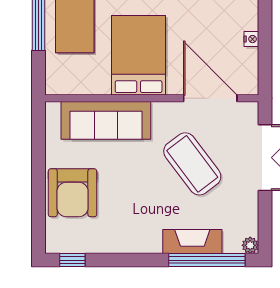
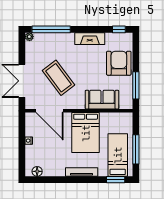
sofa: (106, 120) -> (102, 100), width x0.73
window: (39, 149) -> (136, 85), added
fireplace: (192, 242) -> (90, 39), moved

